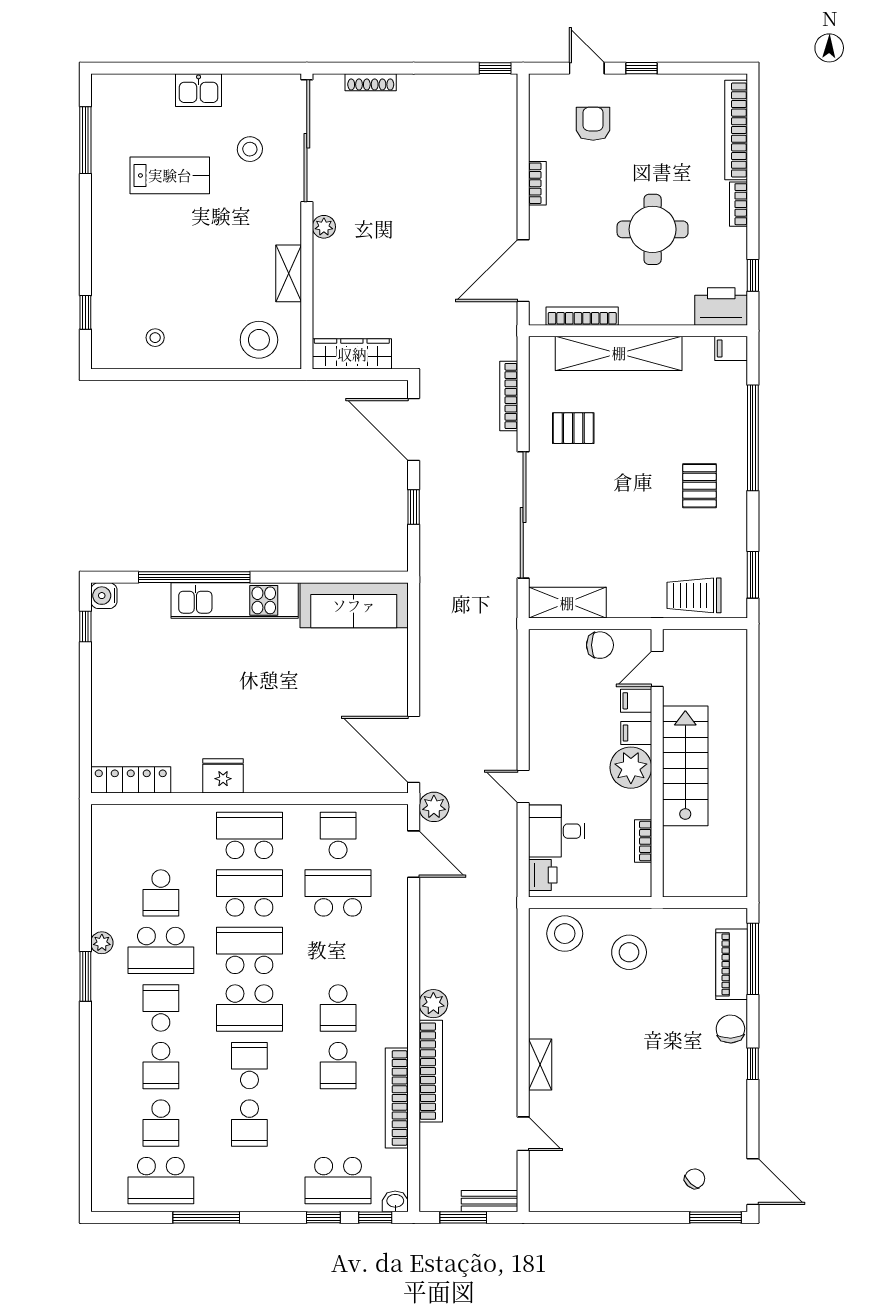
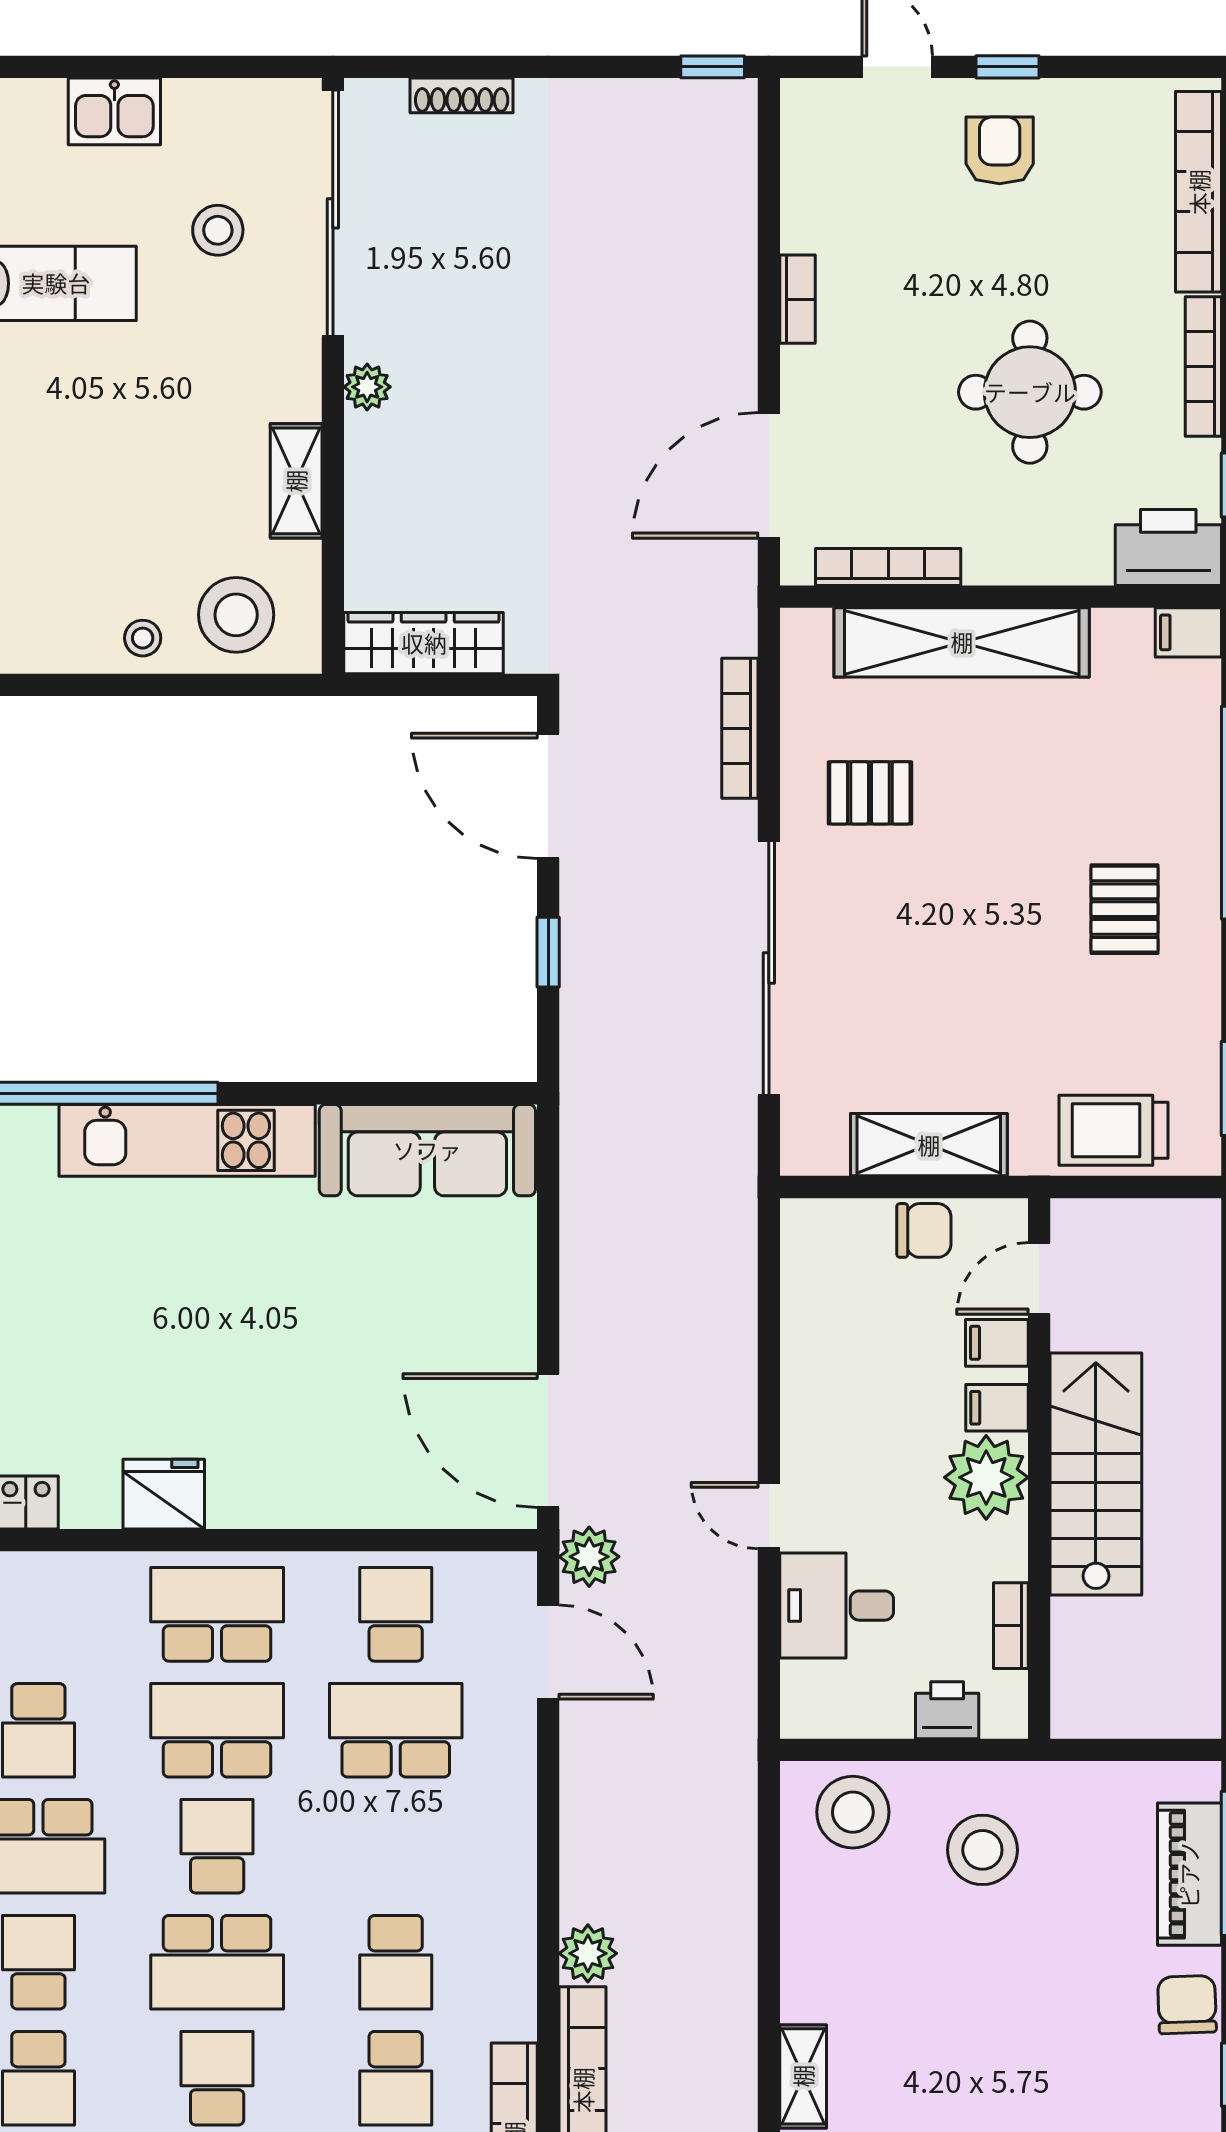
armchair: (593, 124) -> (1000, 150), moved
bookcase: (739, 204) -> (1203, 366), width x1.56
stool: (155, 338) -> (143, 638), moved
shelving: (567, 603) -> (929, 1145), moved
printer: (543, 875) -> (947, 1710), moved, turned -90
school desk: (249, 950) -> (217, 1846), width x0.54

